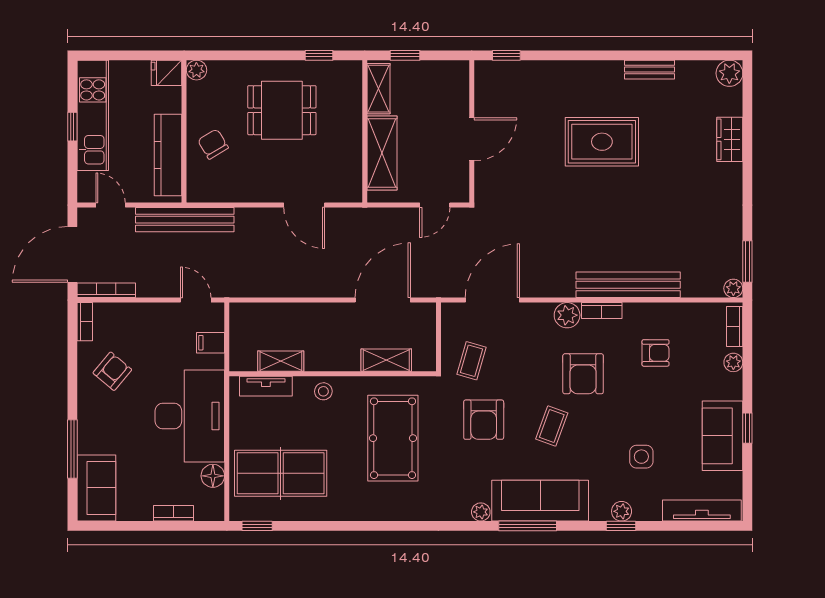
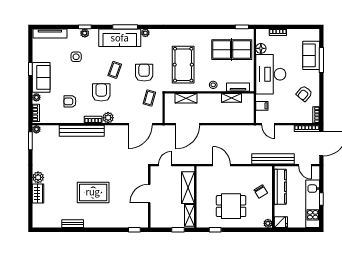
plant: (729, 73) -> (38, 177), moved
sofa: (722, 436) -> (41, 77), moved
sofa: (96, 488) -> (311, 55), moved

